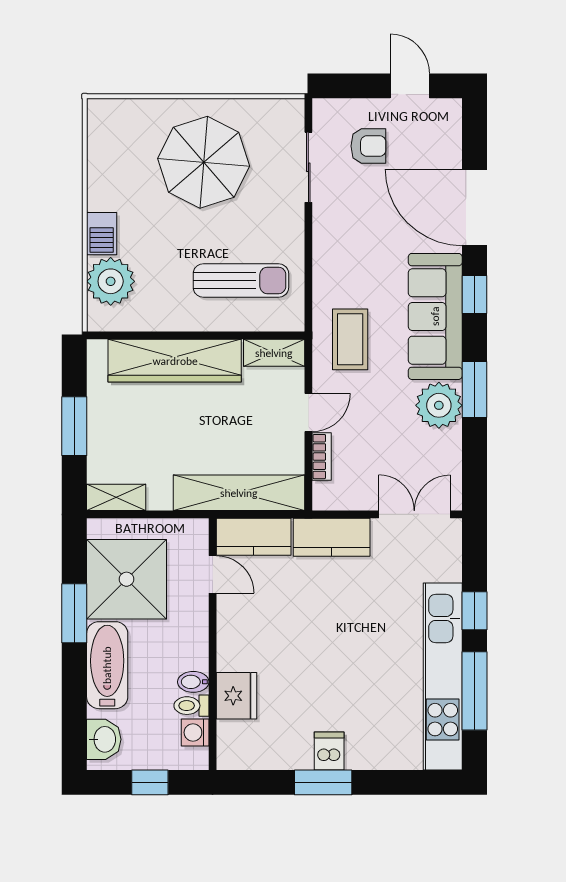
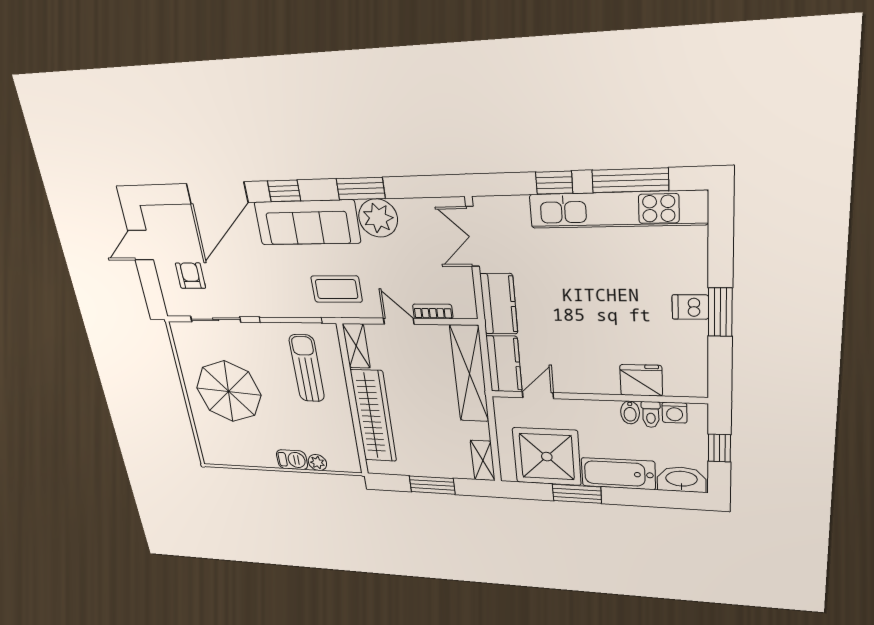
window: (308, 271) -> (290, 320), added
plant: (111, 281) -> (317, 463), width x0.53, depth x0.53
washbasin: (104, 739) -> (681, 479), width x1.38

